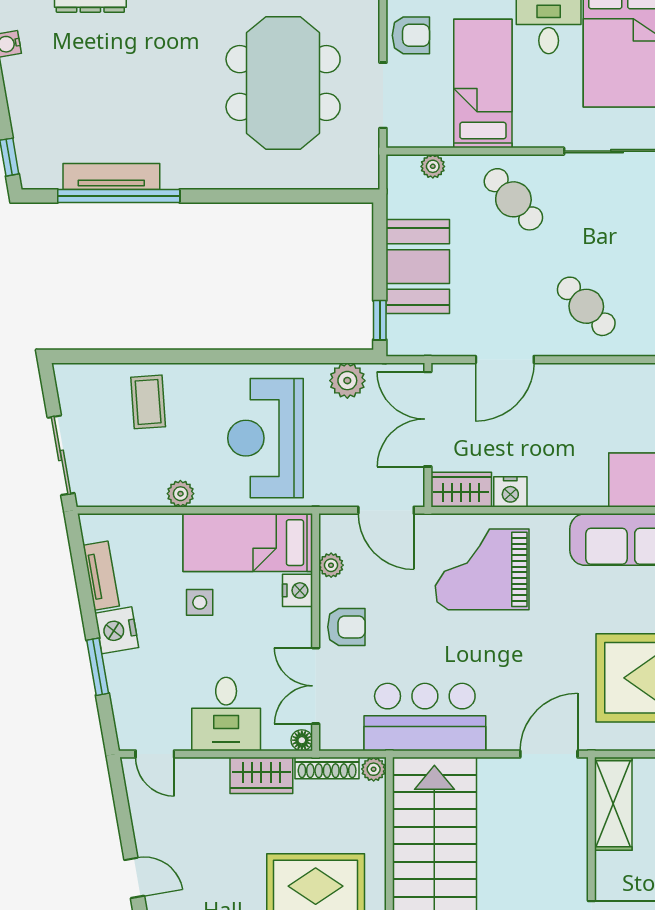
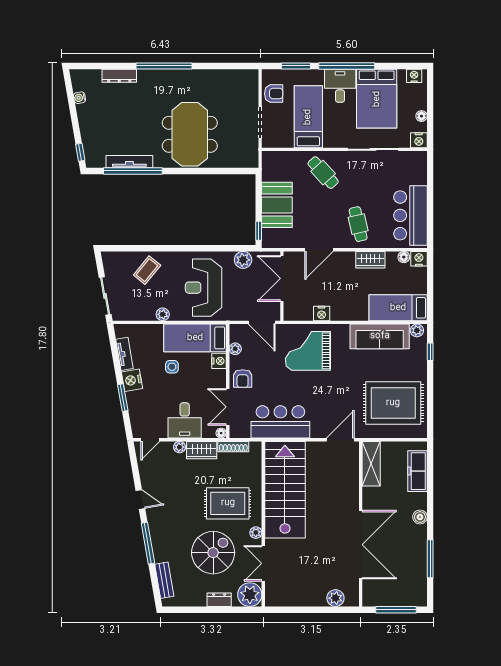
meeting table: (283, 83) -> (190, 134), moved
plant: (433, 166) -> (284, 157), removed
cafe table: (586, 306) -> (358, 224), turned 31
coffee table: (148, 402) -> (147, 270), turned 43
wardrobe: (461, 490) -> (370, 260), moved, turned 180
armchair: (346, 627) -> (243, 379), turned 90
door: (155, 754) -> (150, 440), hinge flipped
plant: (374, 769) -> (179, 447), moved

